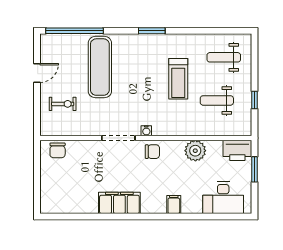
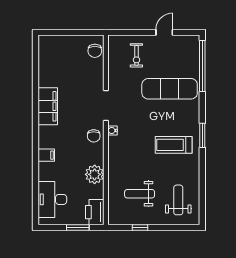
door: (37, 73) -> (164, 32), swing flipped
treadmill: (178, 79) -> (174, 145), moved
weight bench: (217, 100) -> (140, 194), turned -90
chair: (58, 150) -> (95, 51), turned -90

